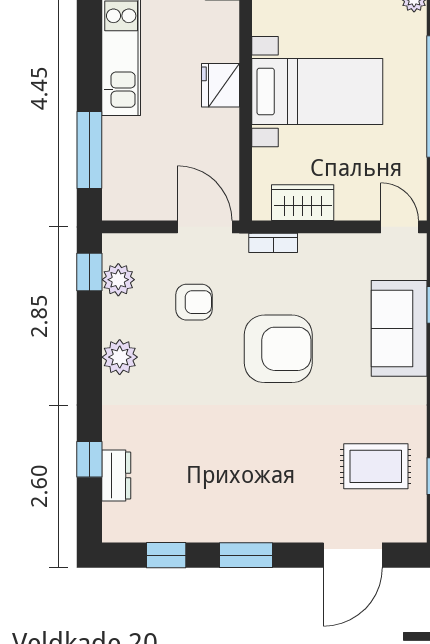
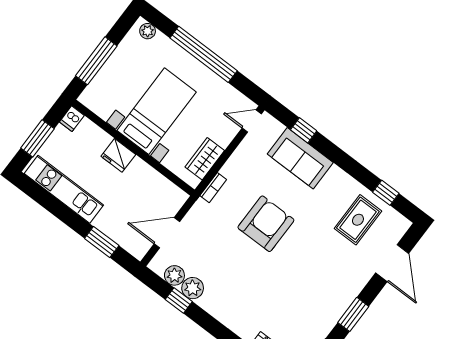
window: (89, 150) -> (102, 242), width x0.69
door: (205, 227) -> (167, 233), moved
window: (89, 272) -> (179, 301), moved
armchair: (194, 302) -> (213, 247), removed
plant: (120, 357) -> (193, 288), moved

